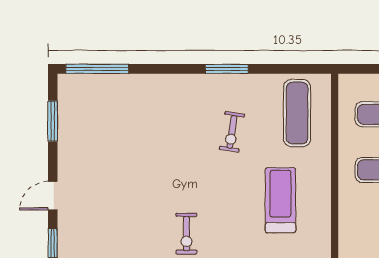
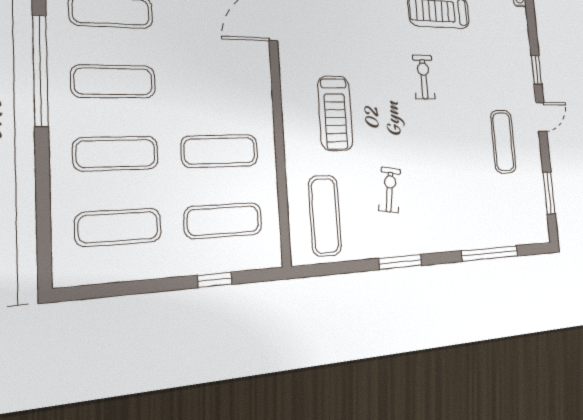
window: (97, 69) -> (490, 253), moved
exercise mat: (102, 172) -> (503, 142), added

